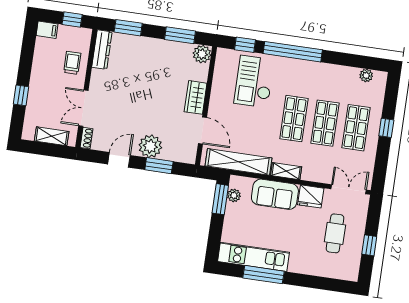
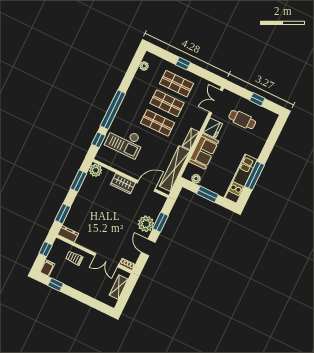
dresser: (102, 50) -> (68, 234), width x0.70
window: (21, 95) -> (56, 285), moved
window: (220, 199) -> (207, 194), moved

